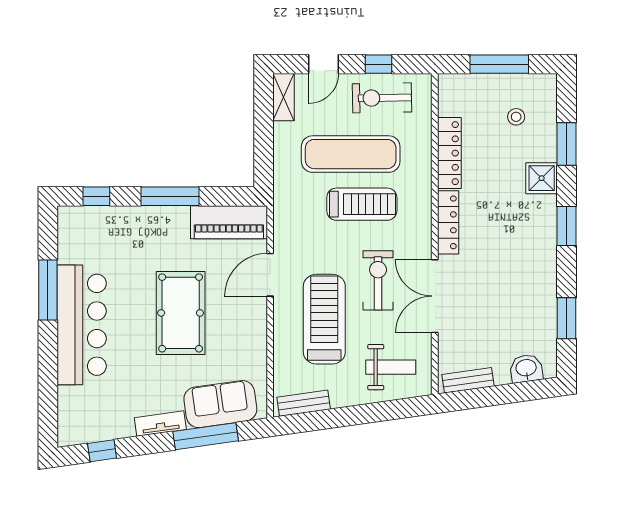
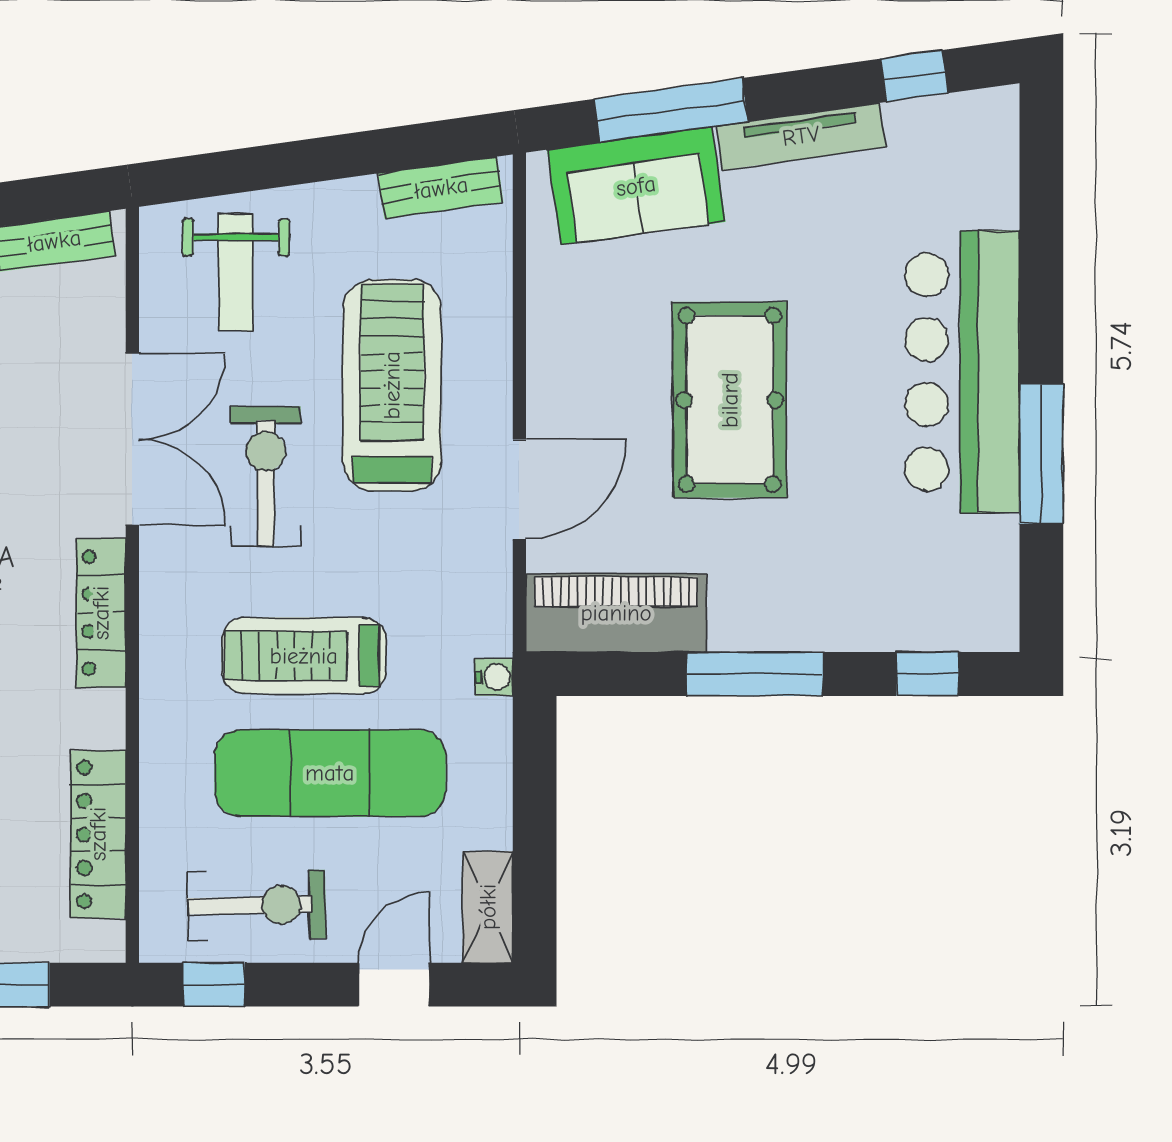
window: (378, 64) -> (214, 985), moved
locker: (449, 153) -> (98, 834), moved
water cooler: (281, 195) -> (494, 677), added
exercise bike: (378, 280) -> (266, 476), turned 180
treadmill: (324, 319) -> (392, 385), turned 180
weight bench: (391, 367) -> (236, 272), turned -90
tv unit: (160, 424) -> (801, 136), width x1.41

